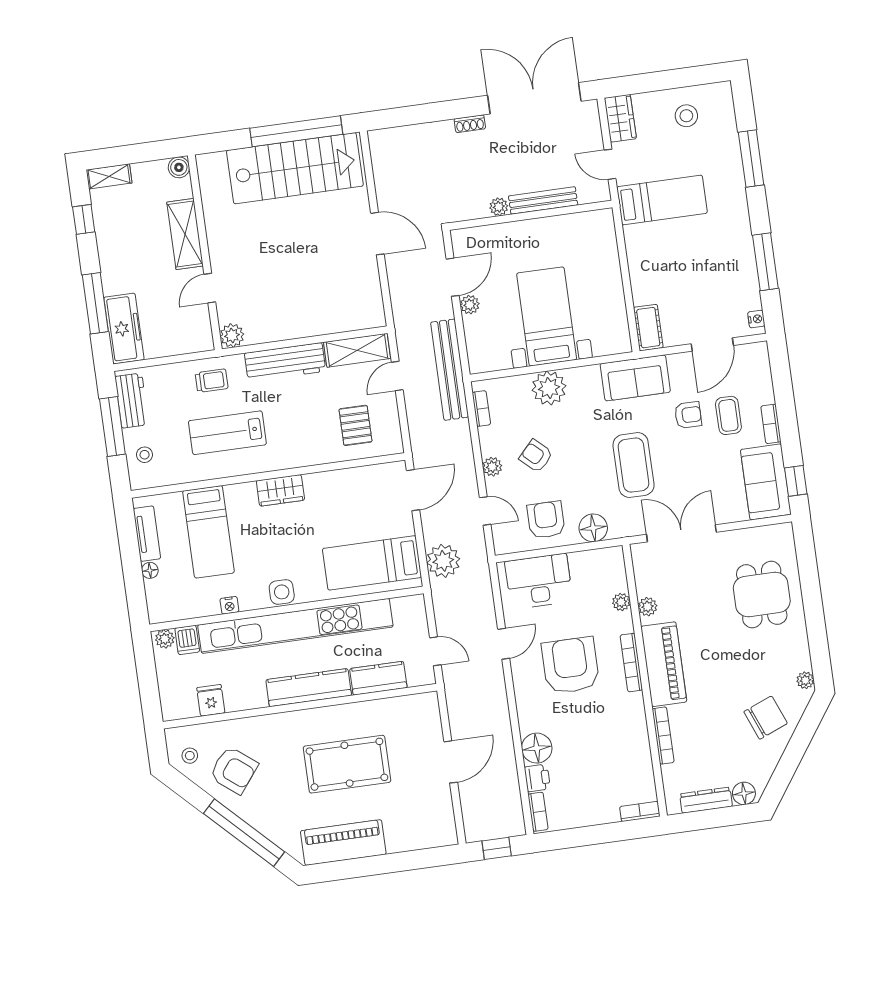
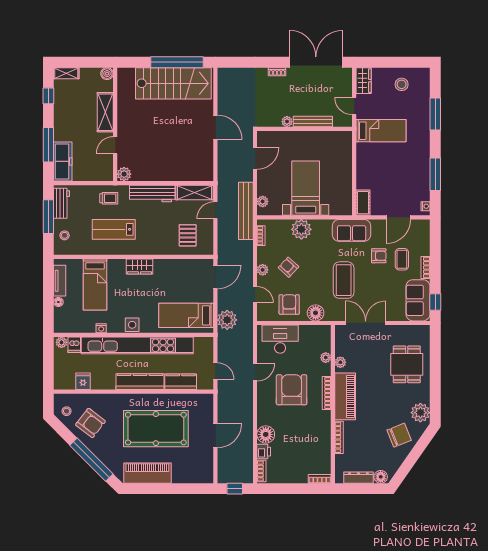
plant: (470, 305) -> (263, 201), moved
plant: (805, 680) -> (420, 413), width x1.88, depth x1.88
pool table: (347, 764) -> (156, 429), width x1.36, depth x1.32

